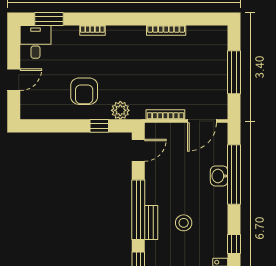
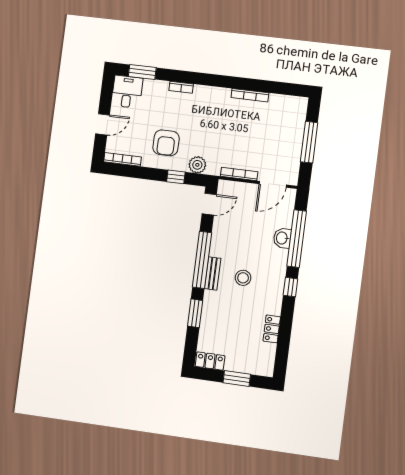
bookcase: (40, 114) -> (122, 159), added
window: (234, 244) -> (290, 287), moved

